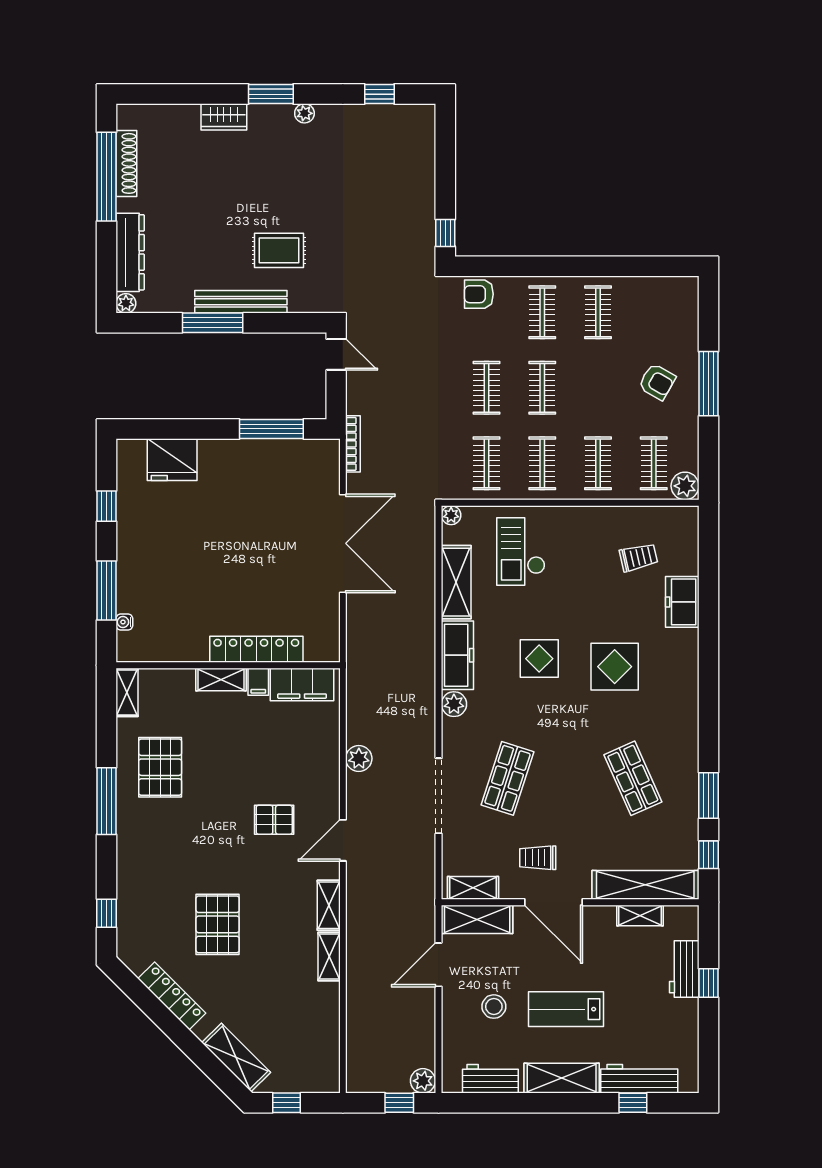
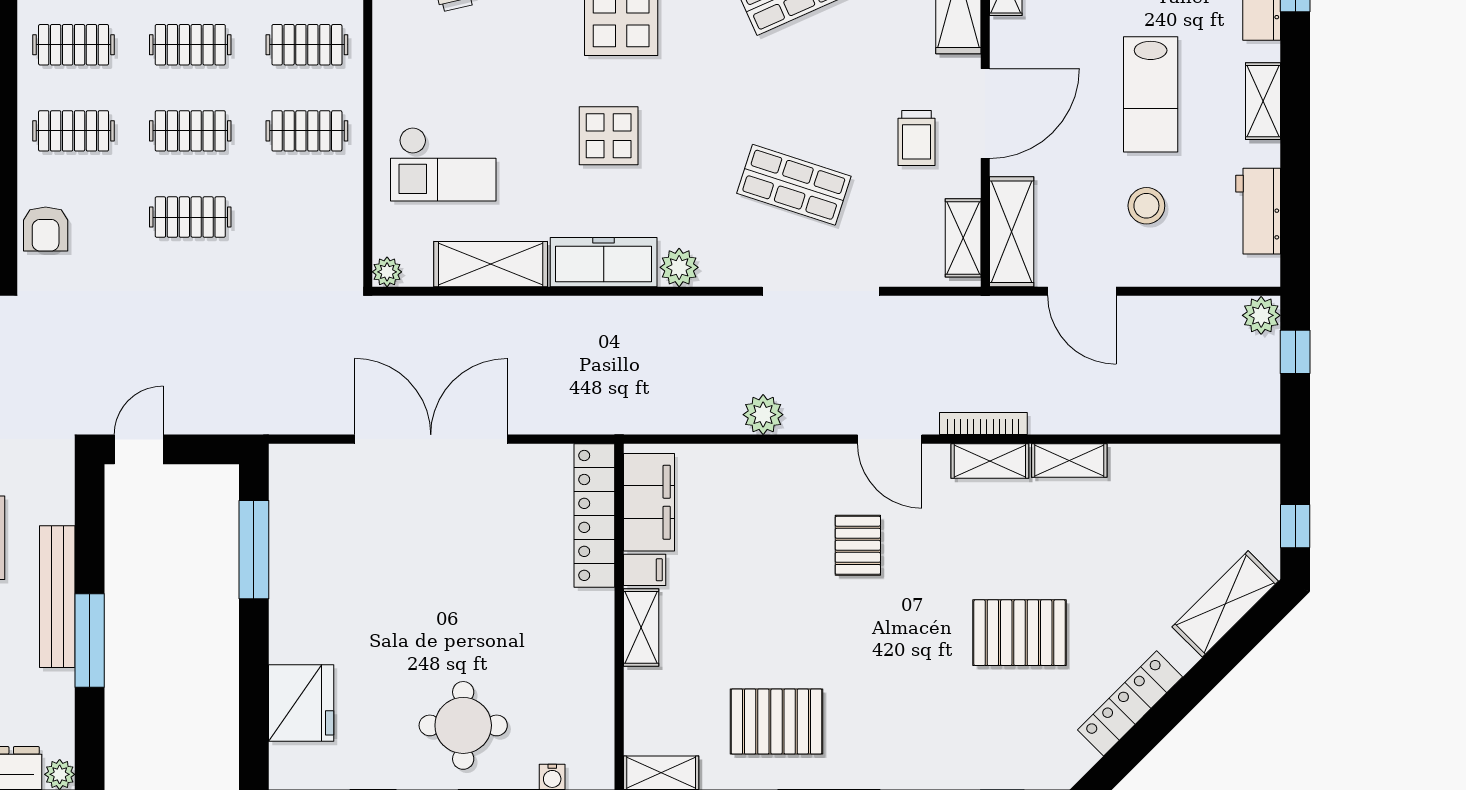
bookcase: (353, 444) -> (983, 423), moved
clothes rail: (487, 463) -> (190, 45), moved
round table: (158, 564) -> (463, 725), added
locker: (256, 649) -> (594, 515), moved
shelving: (562, 1078) -> (1263, 101), width x0.67, depth x0.75

